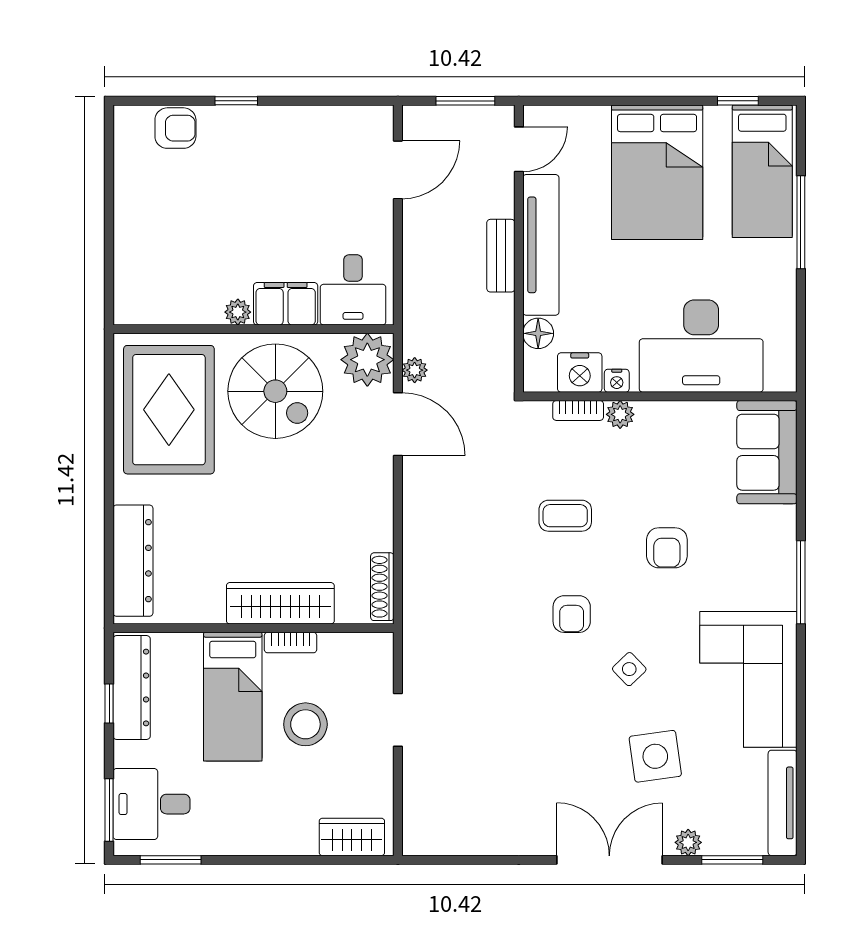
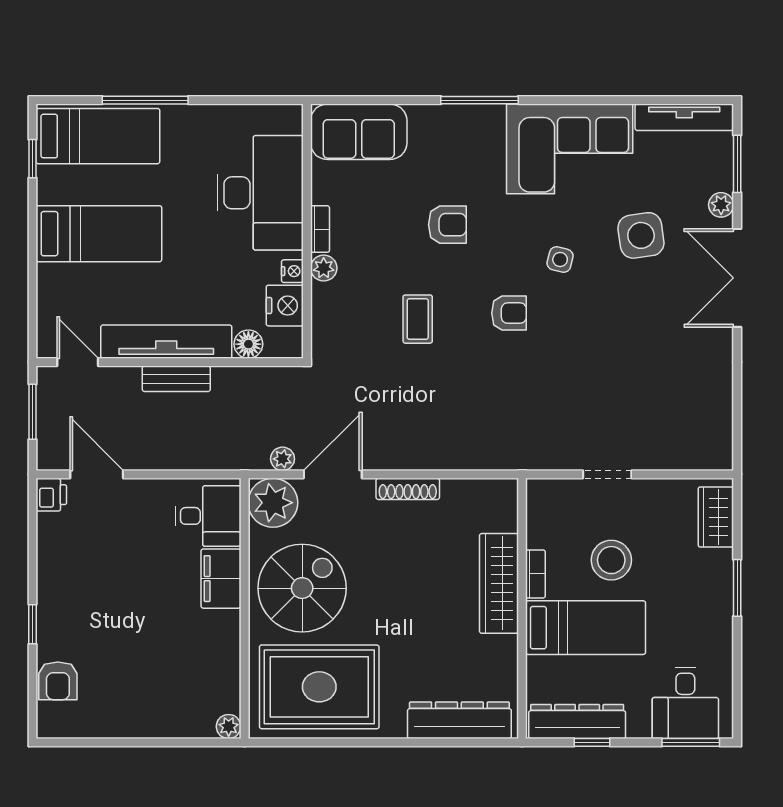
printer: (376, 121) -> (51, 495), added
armchair: (175, 128) -> (58, 681), turned 180
bed: (657, 172) -> (99, 234), width x0.67
plant: (238, 312) -> (229, 727), moved
bookcase: (578, 410) -> (320, 229), moved
shoe rack: (382, 587) -> (408, 489), moved
side table: (629, 669) -> (560, 260), turned -32
window: (171, 860) -> (737, 588), moved

